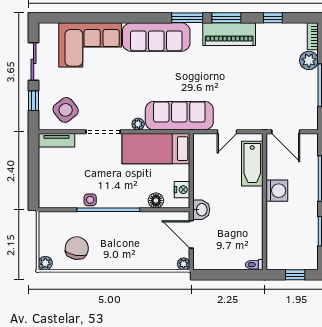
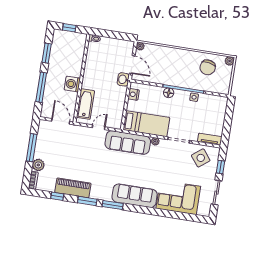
piano: (229, 34) -> (73, 188), moved
floor lamp: (156, 201) -> (169, 93), moved

